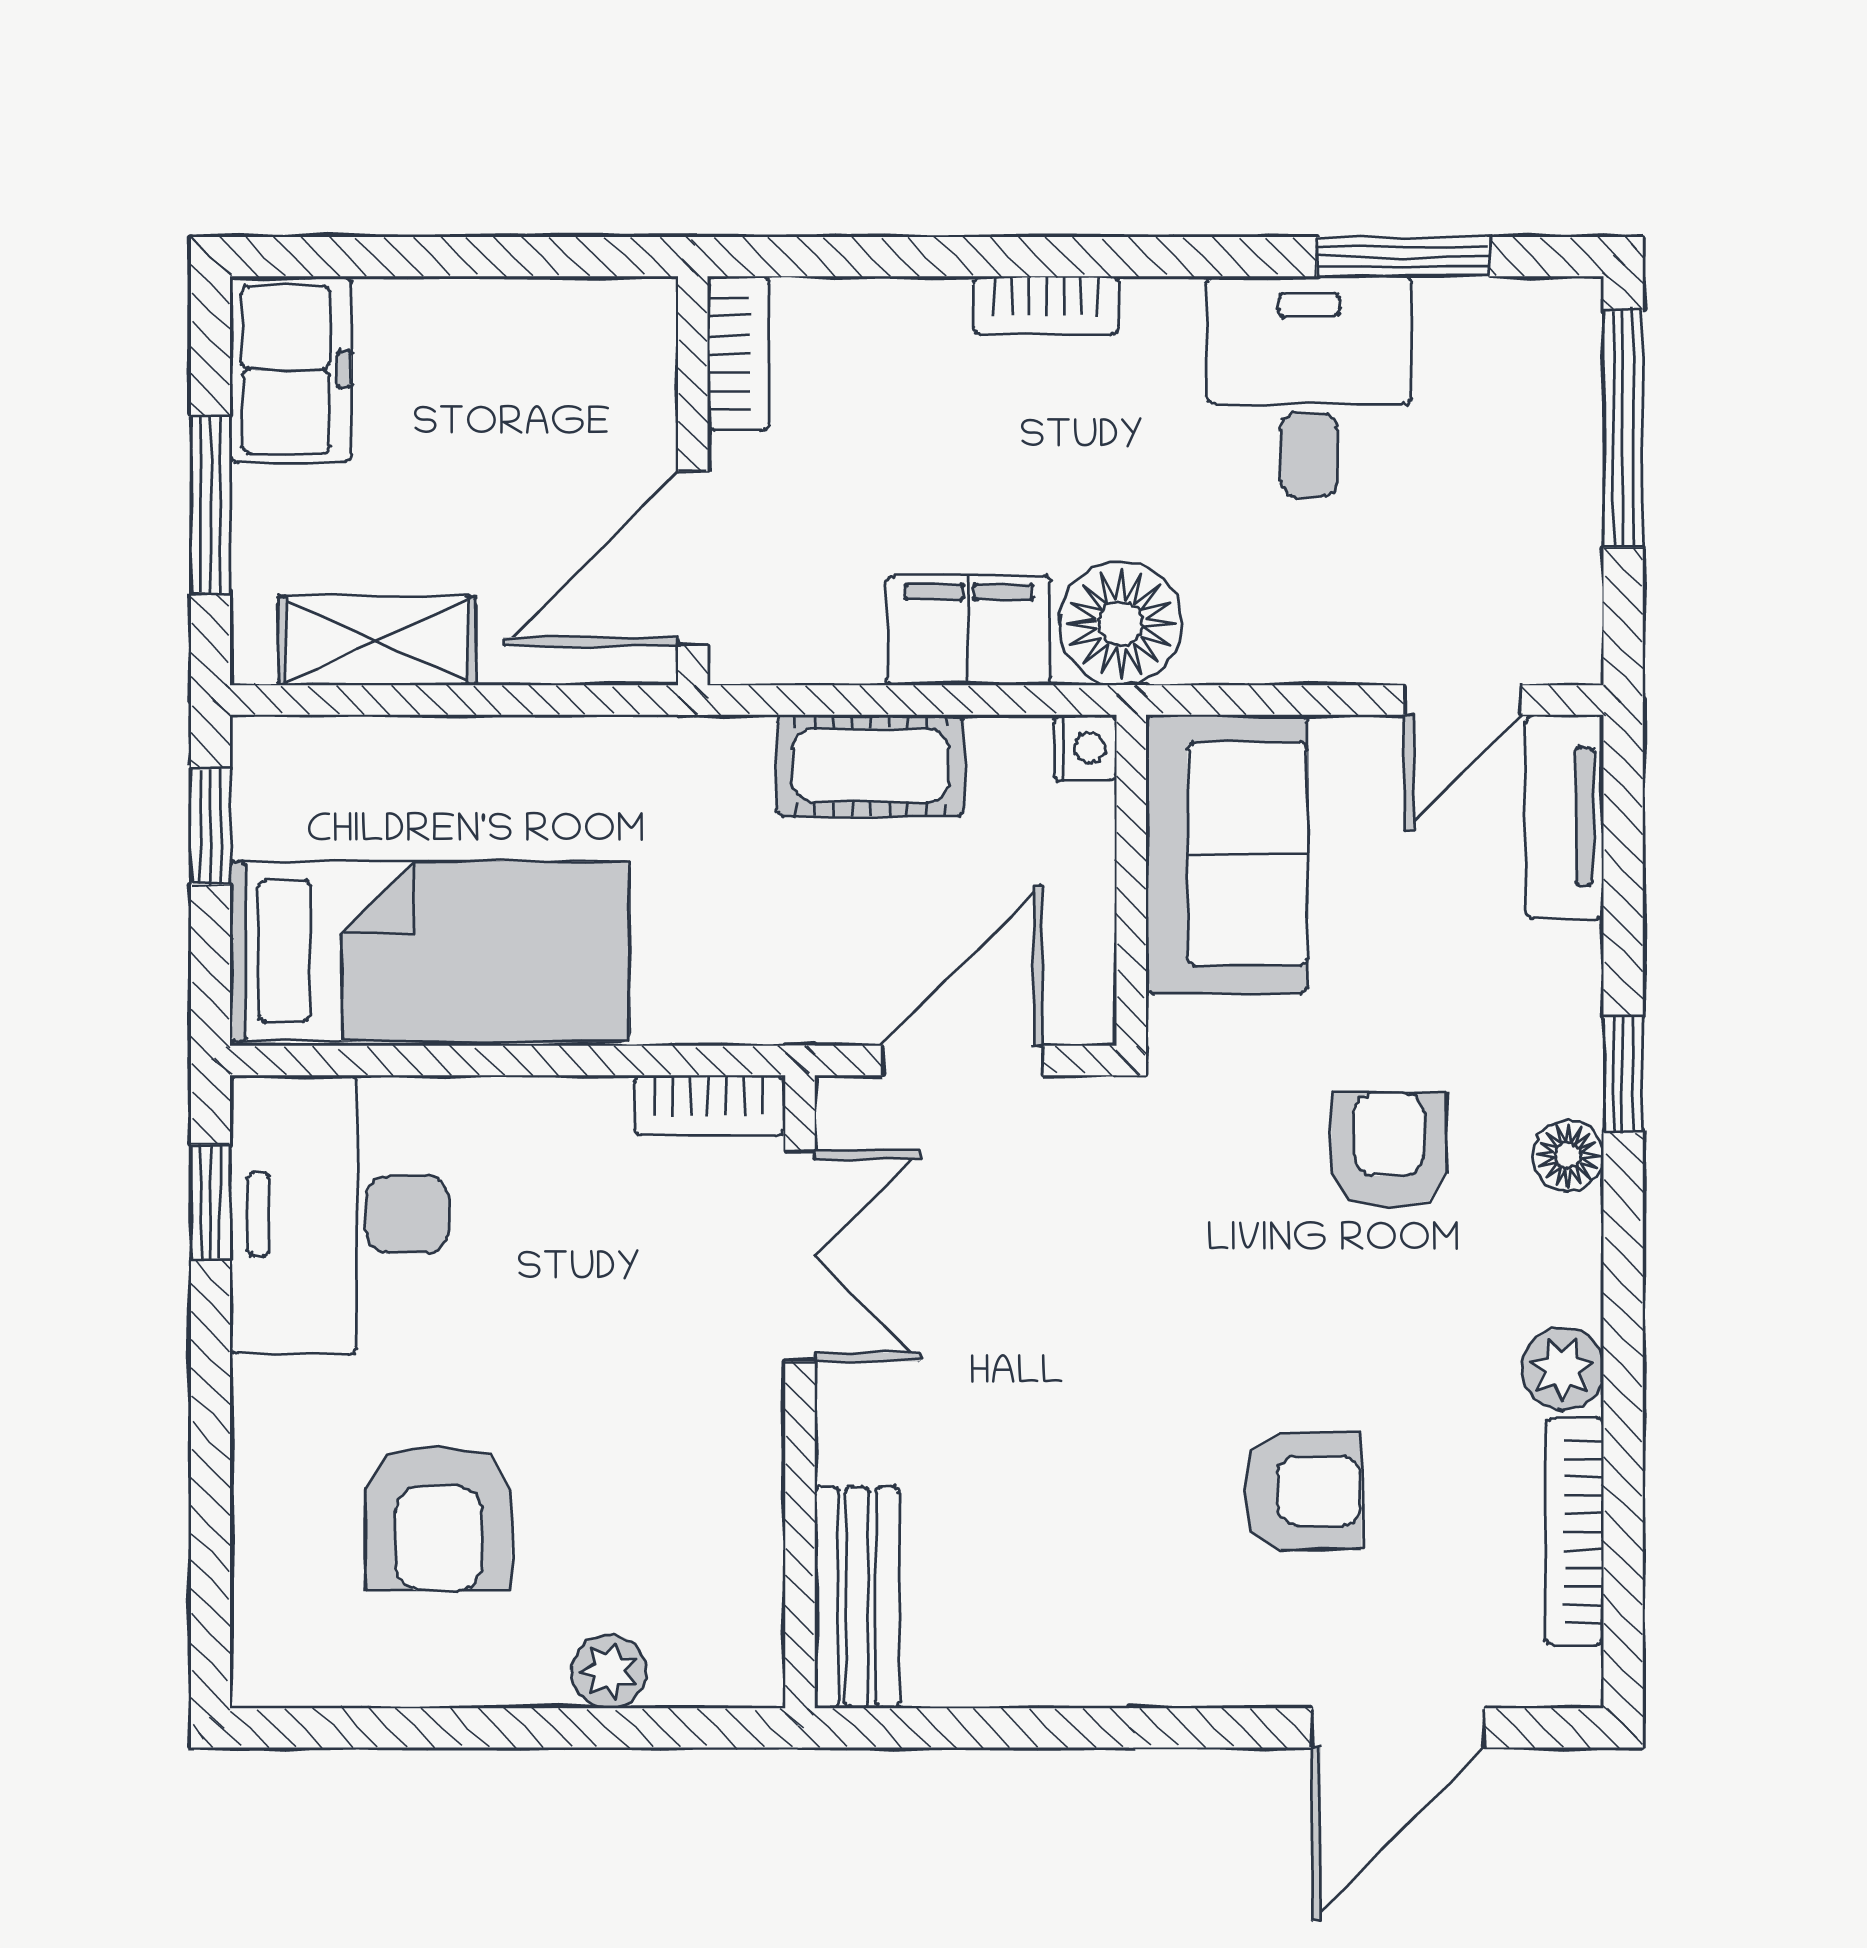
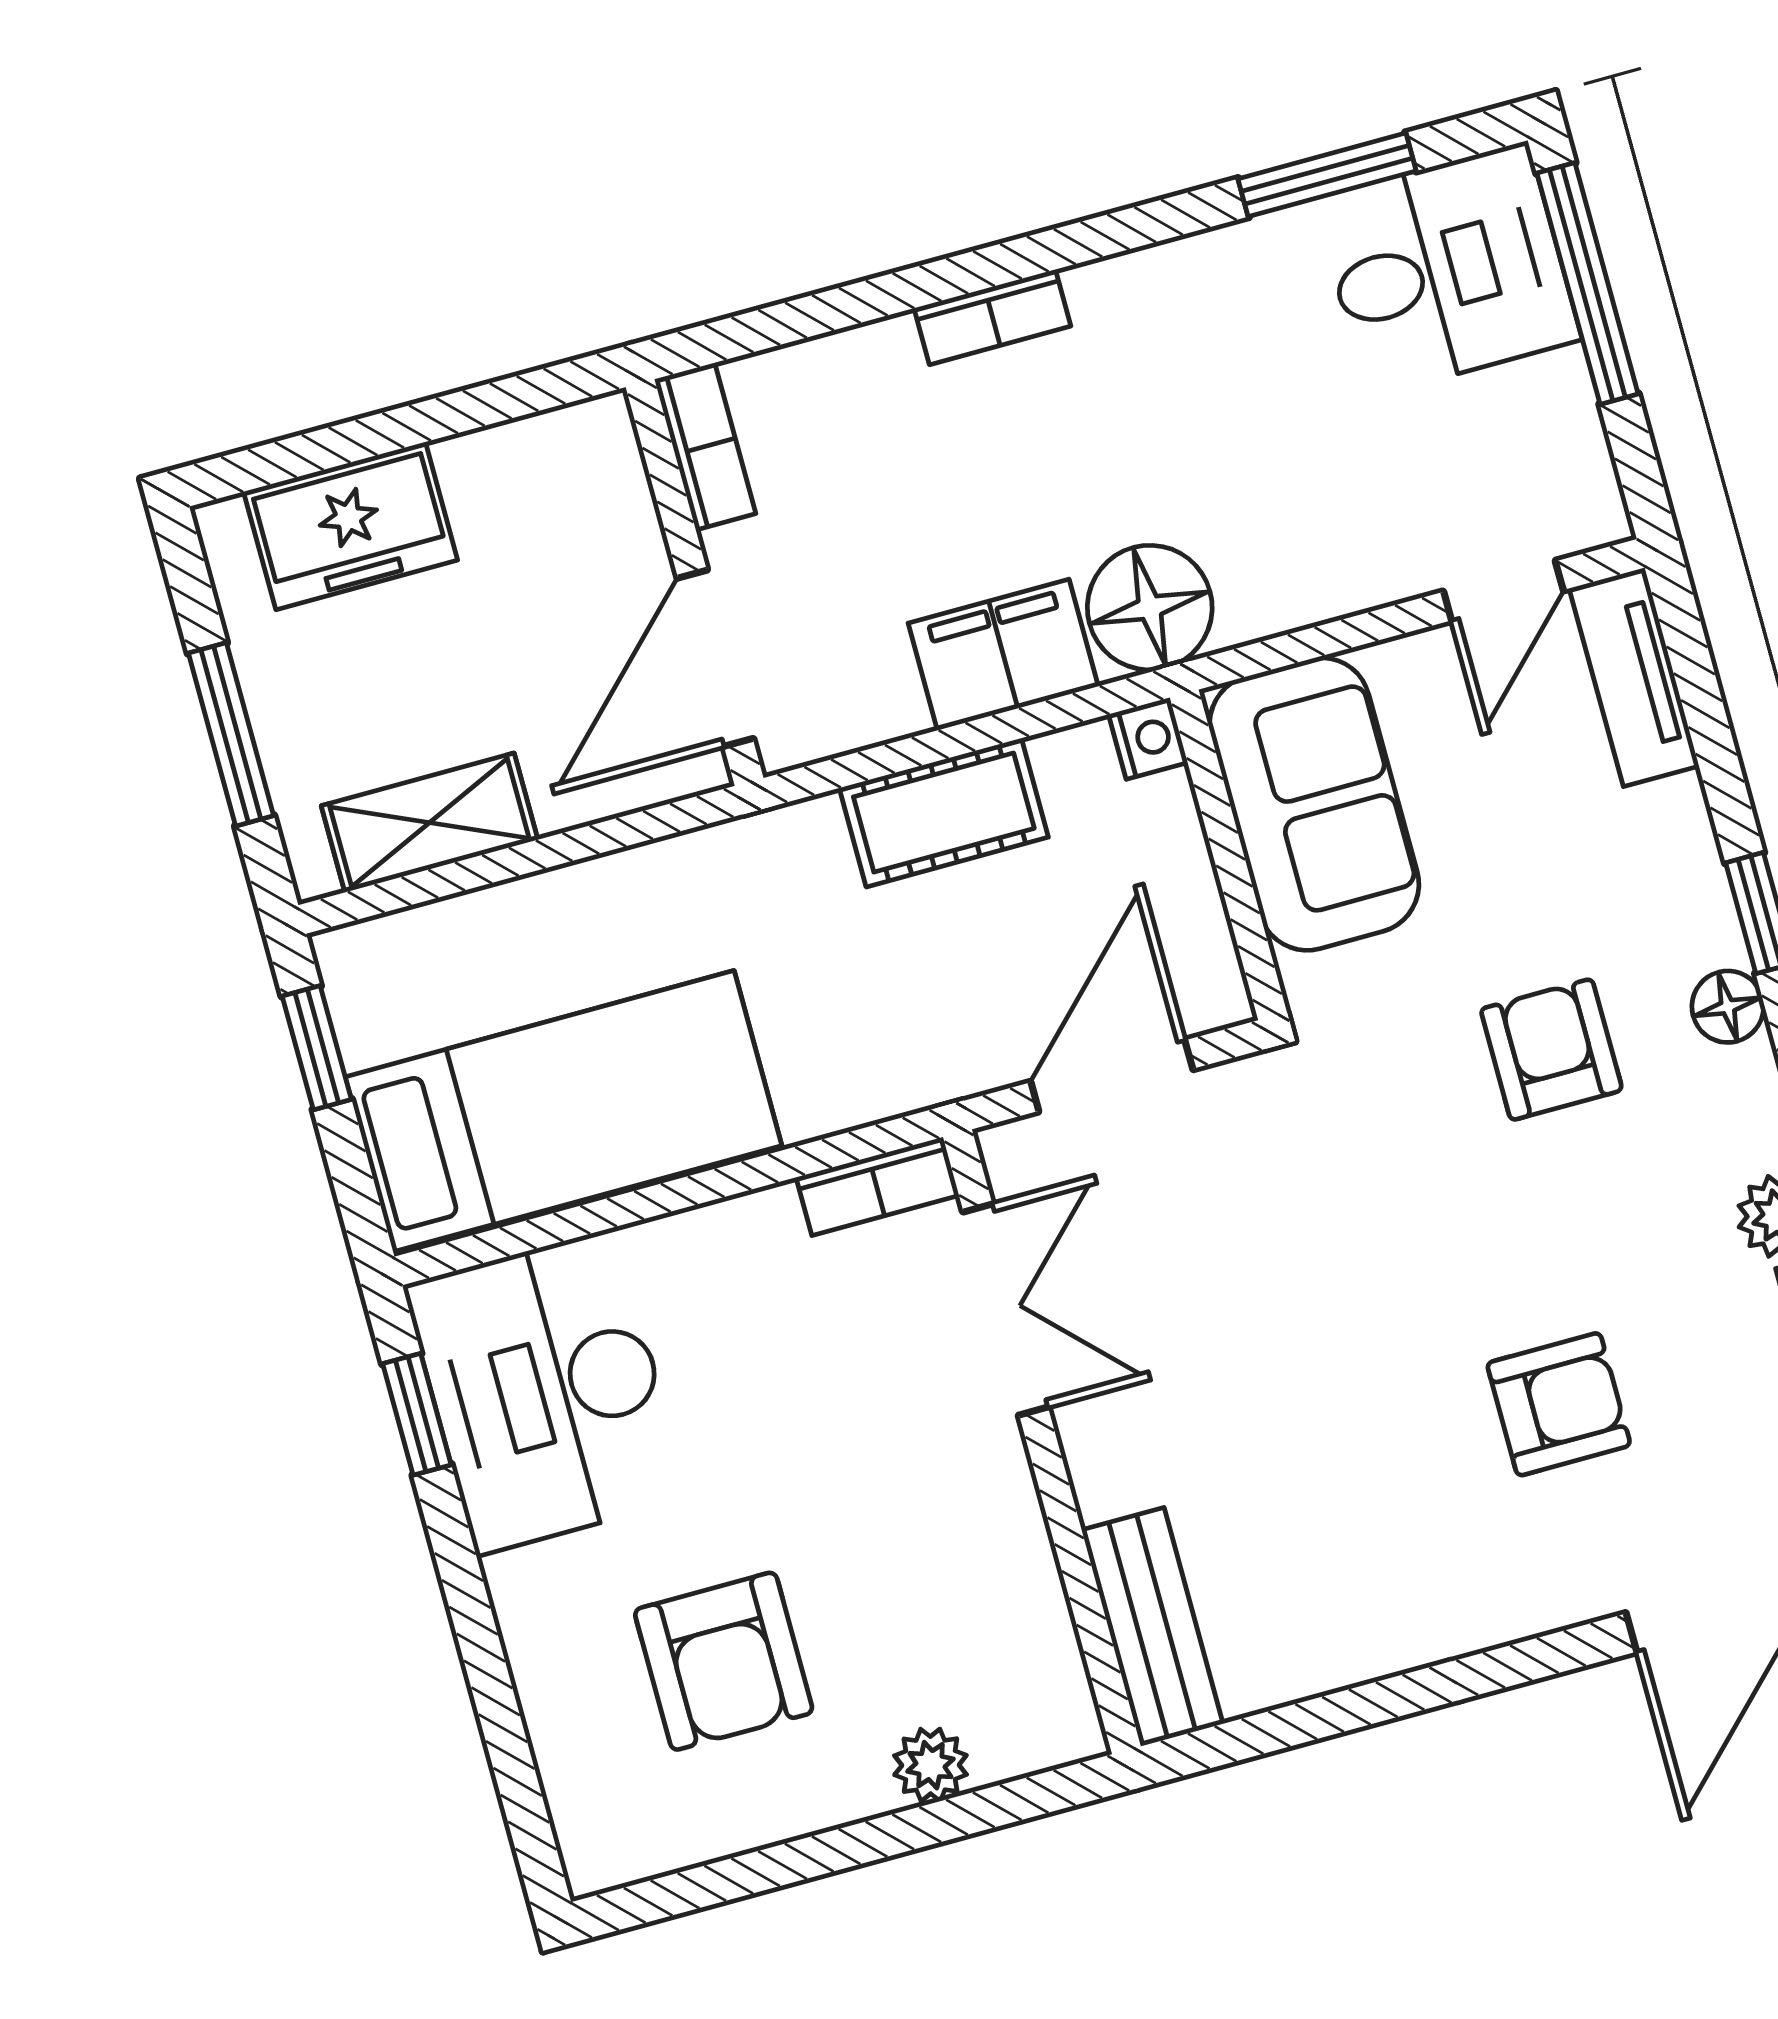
freezer: (291, 369) -> (351, 526), moved, turned 90
desk: (1309, 386) -> (1448, 269), moved, turned 90

